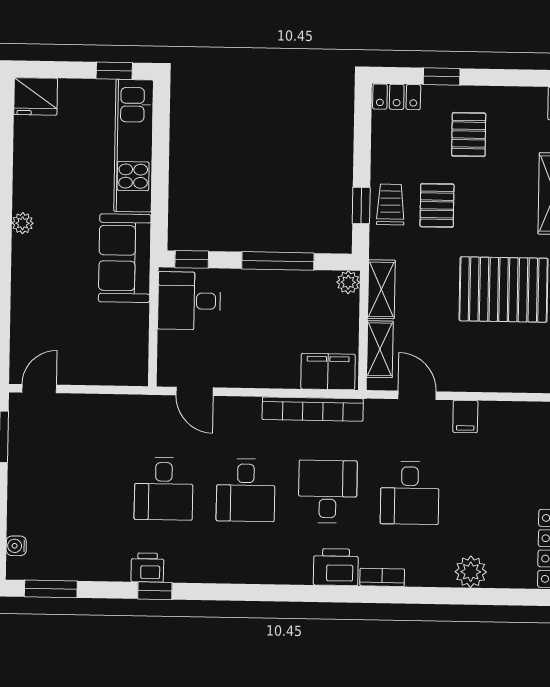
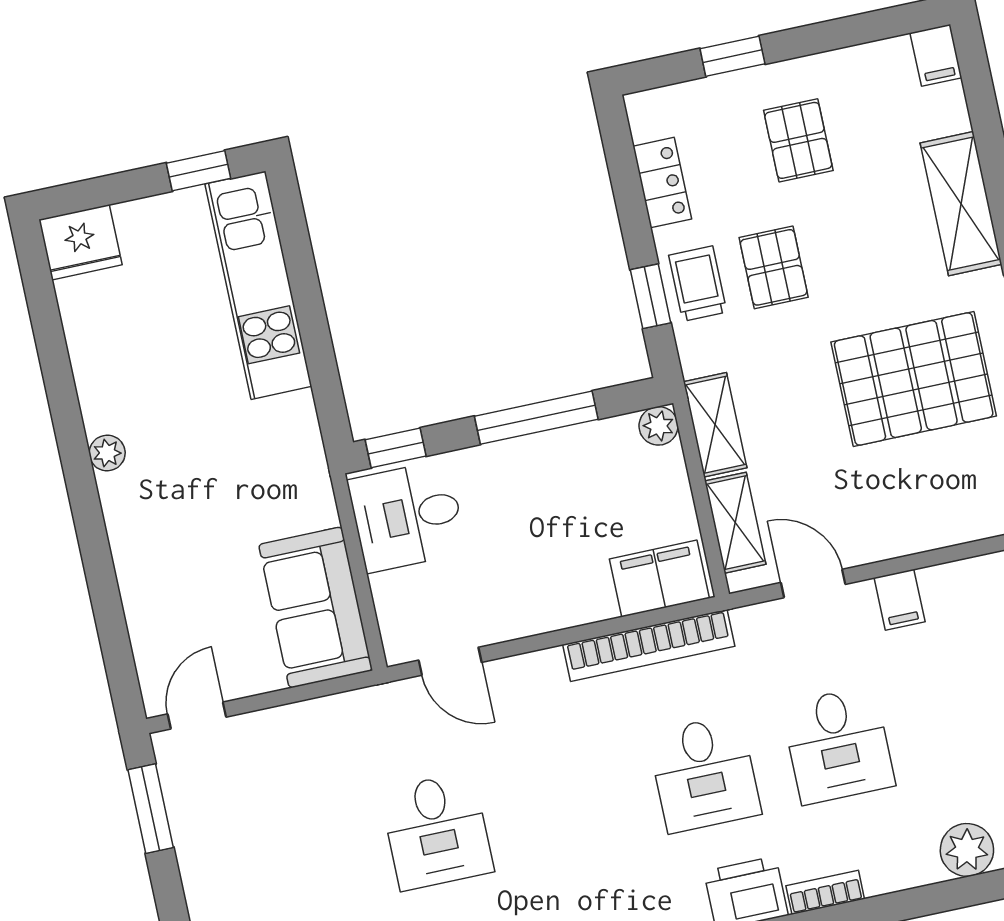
locker: (397, 97) -> (662, 183), moved, turned -90
sofa: (125, 258) -> (316, 607), moved
desk: (246, 490) -> (571, 802), removed
desk: (328, 492) -> (704, 774), turned 180

